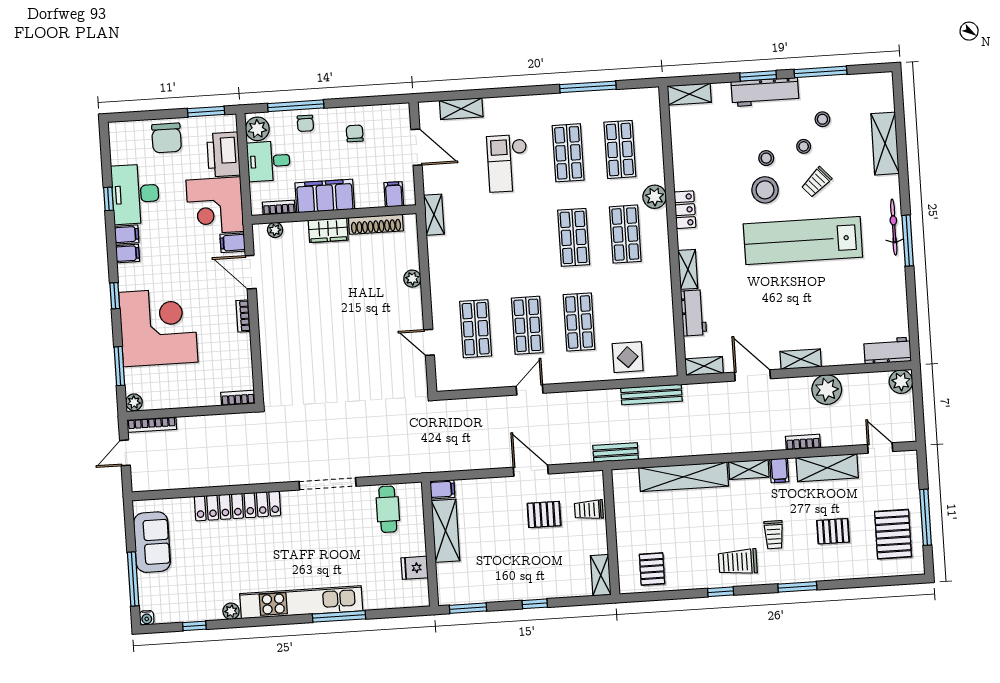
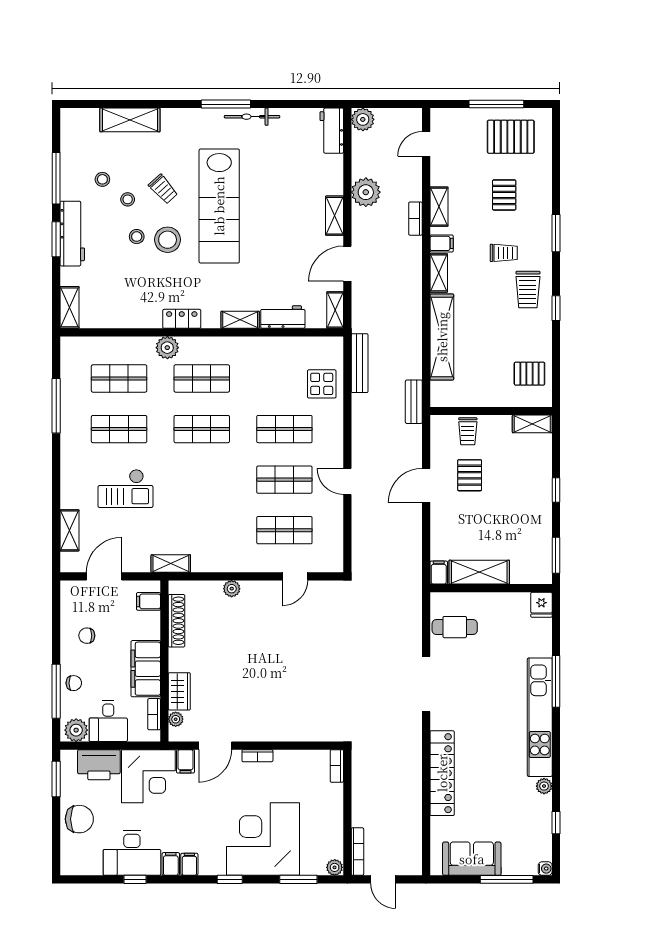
bicycle: (894, 227) -> (252, 117), moved
wardrobe: (328, 230) -> (179, 691), moved
shelving: (827, 468) -> (439, 207), width x0.67, depth x0.75
fridge: (415, 568) -> (541, 605), moved

